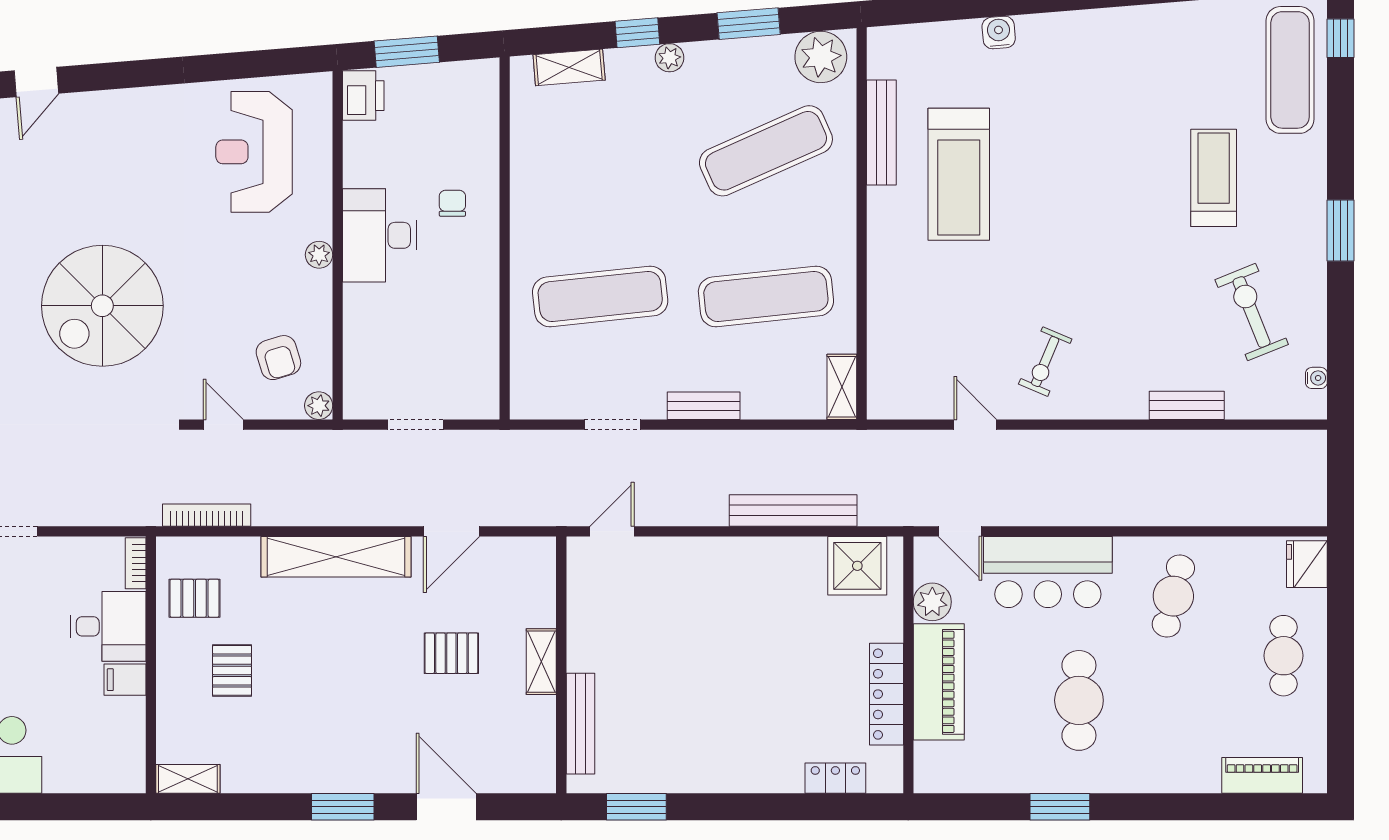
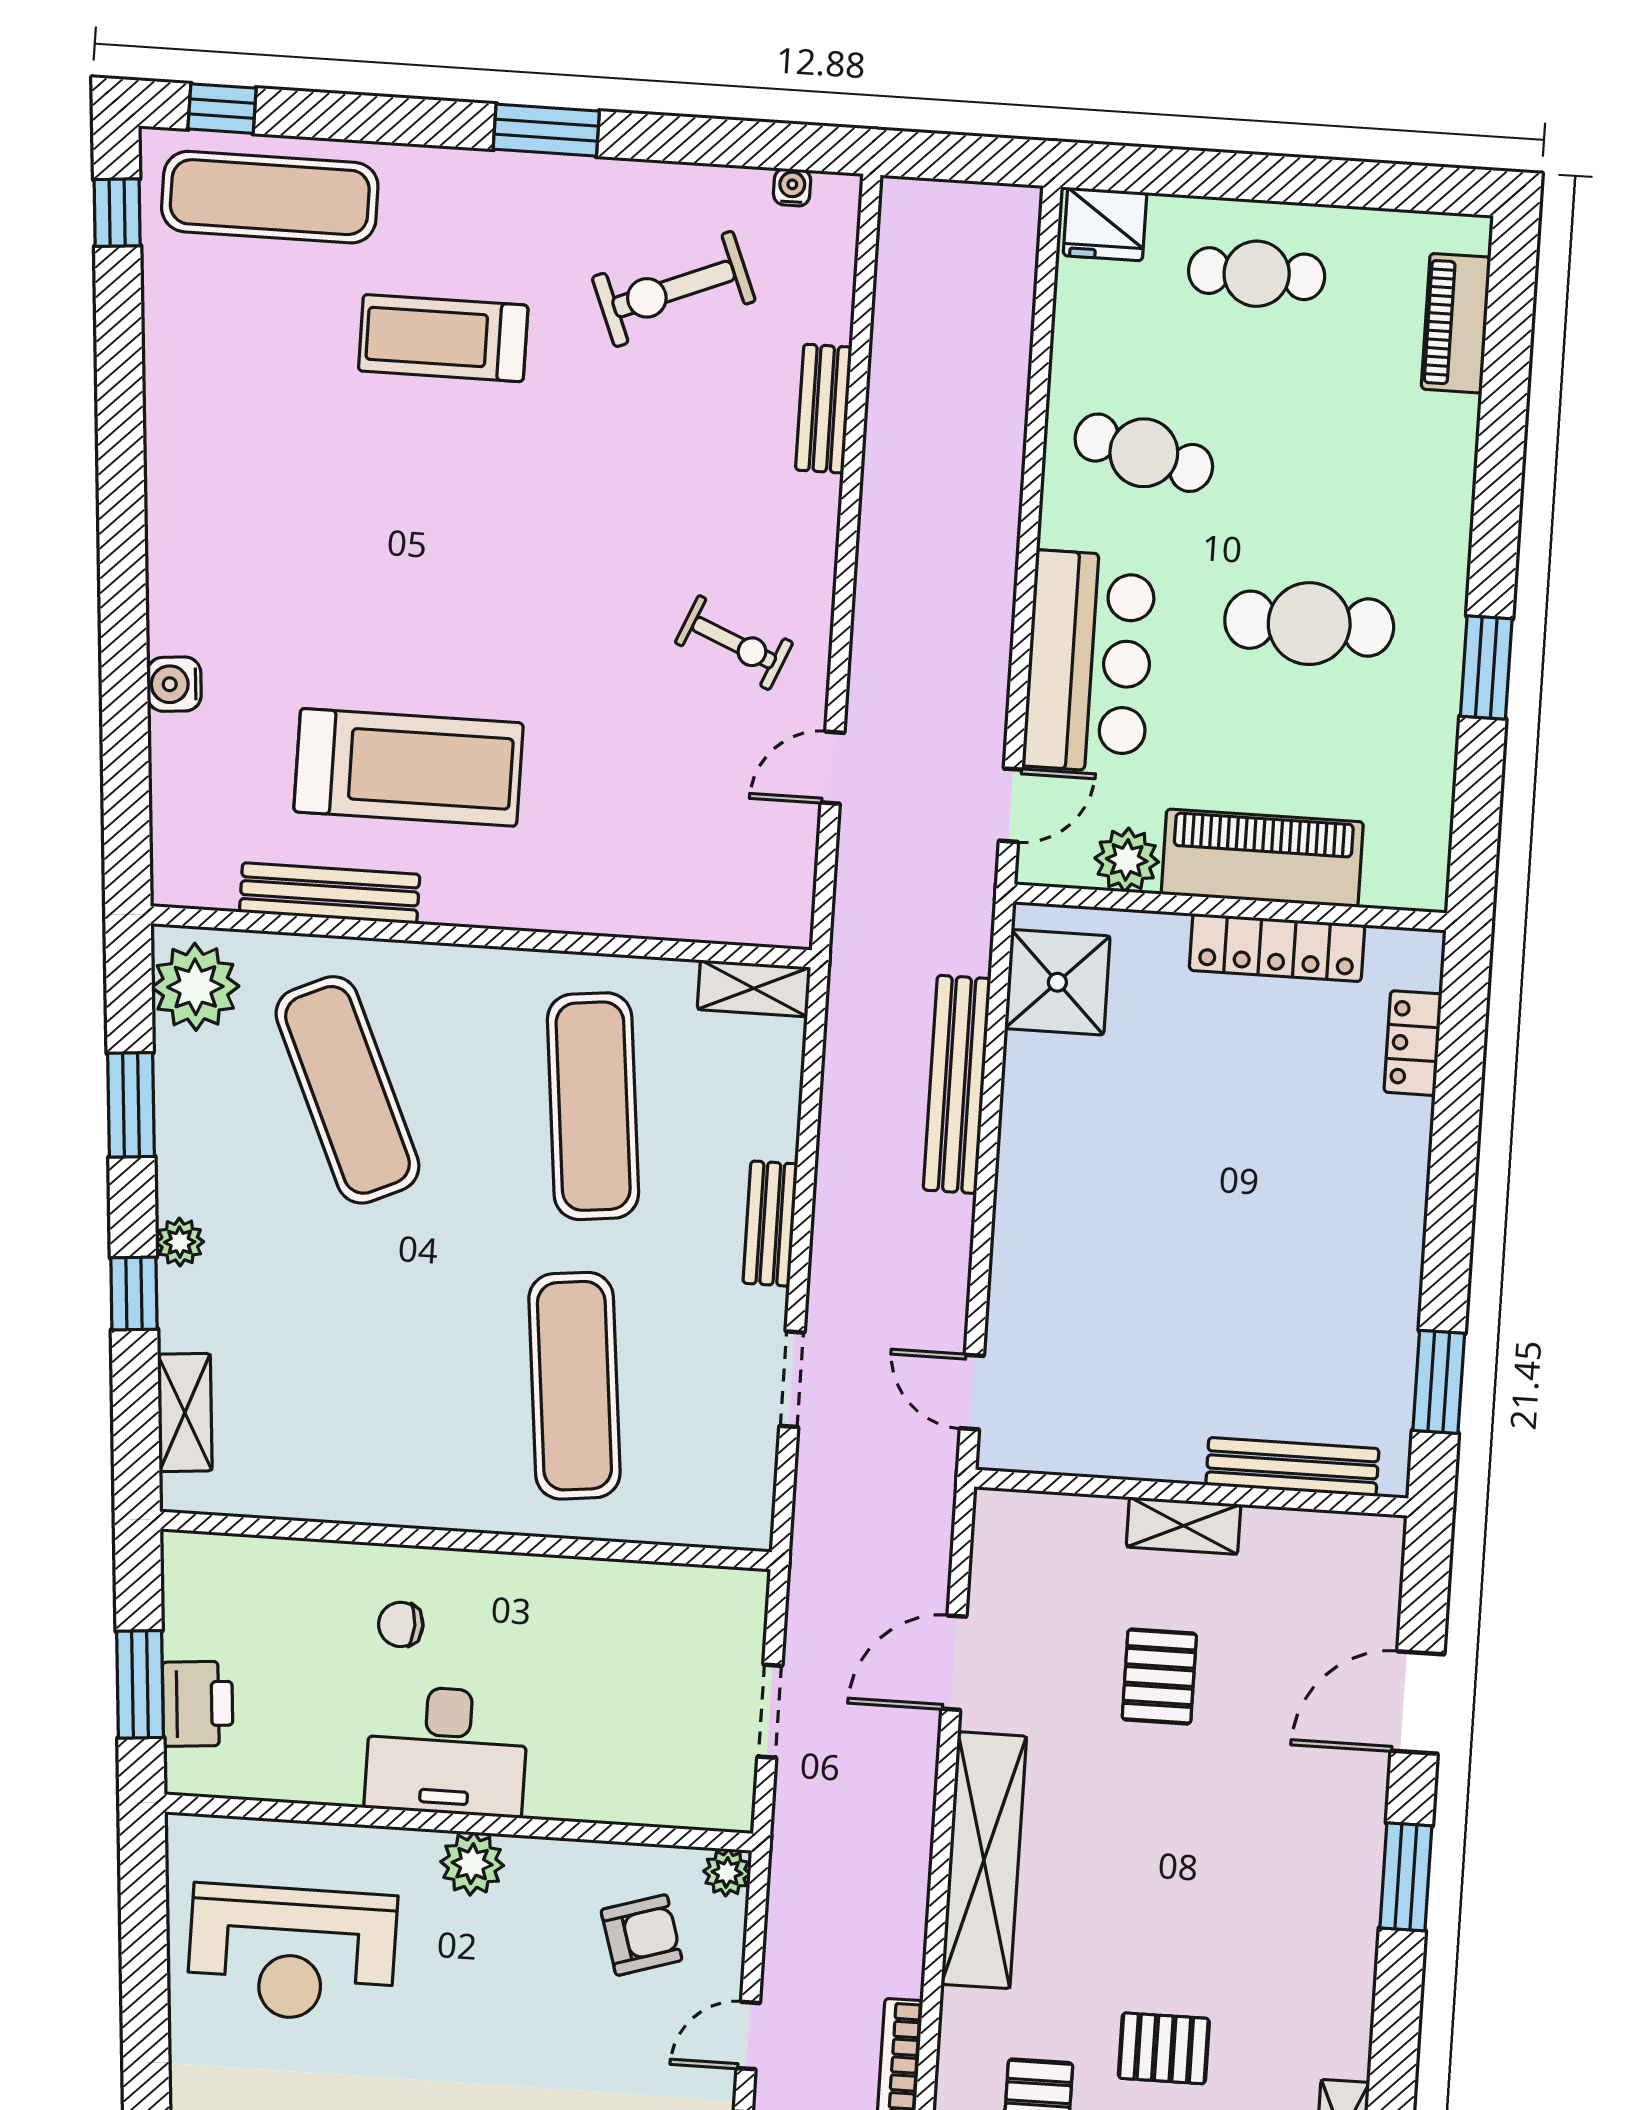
printer: (363, 96) -> (198, 1704), moved, turned 85
plant: (319, 255) -> (472, 1864), width x1.38, depth x1.38
door: (451, 531) -> (954, 1663), swing flipped

